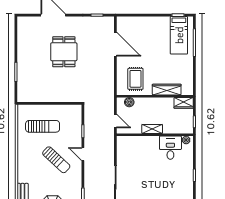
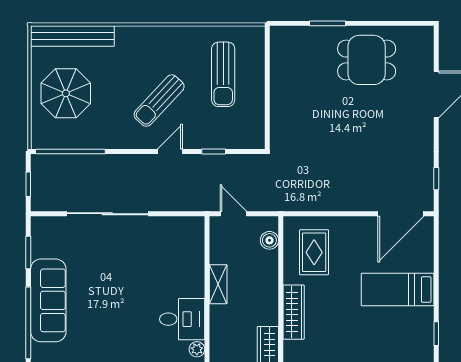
bed: (179, 35) -> (398, 290), moved
door: (115, 44) -> (401, 214), moved
dining table: (64, 52) -> (367, 60), moved
rug: (135, 79) -> (314, 252), turned 90
door: (115, 121) -> (233, 214), swing flipped

